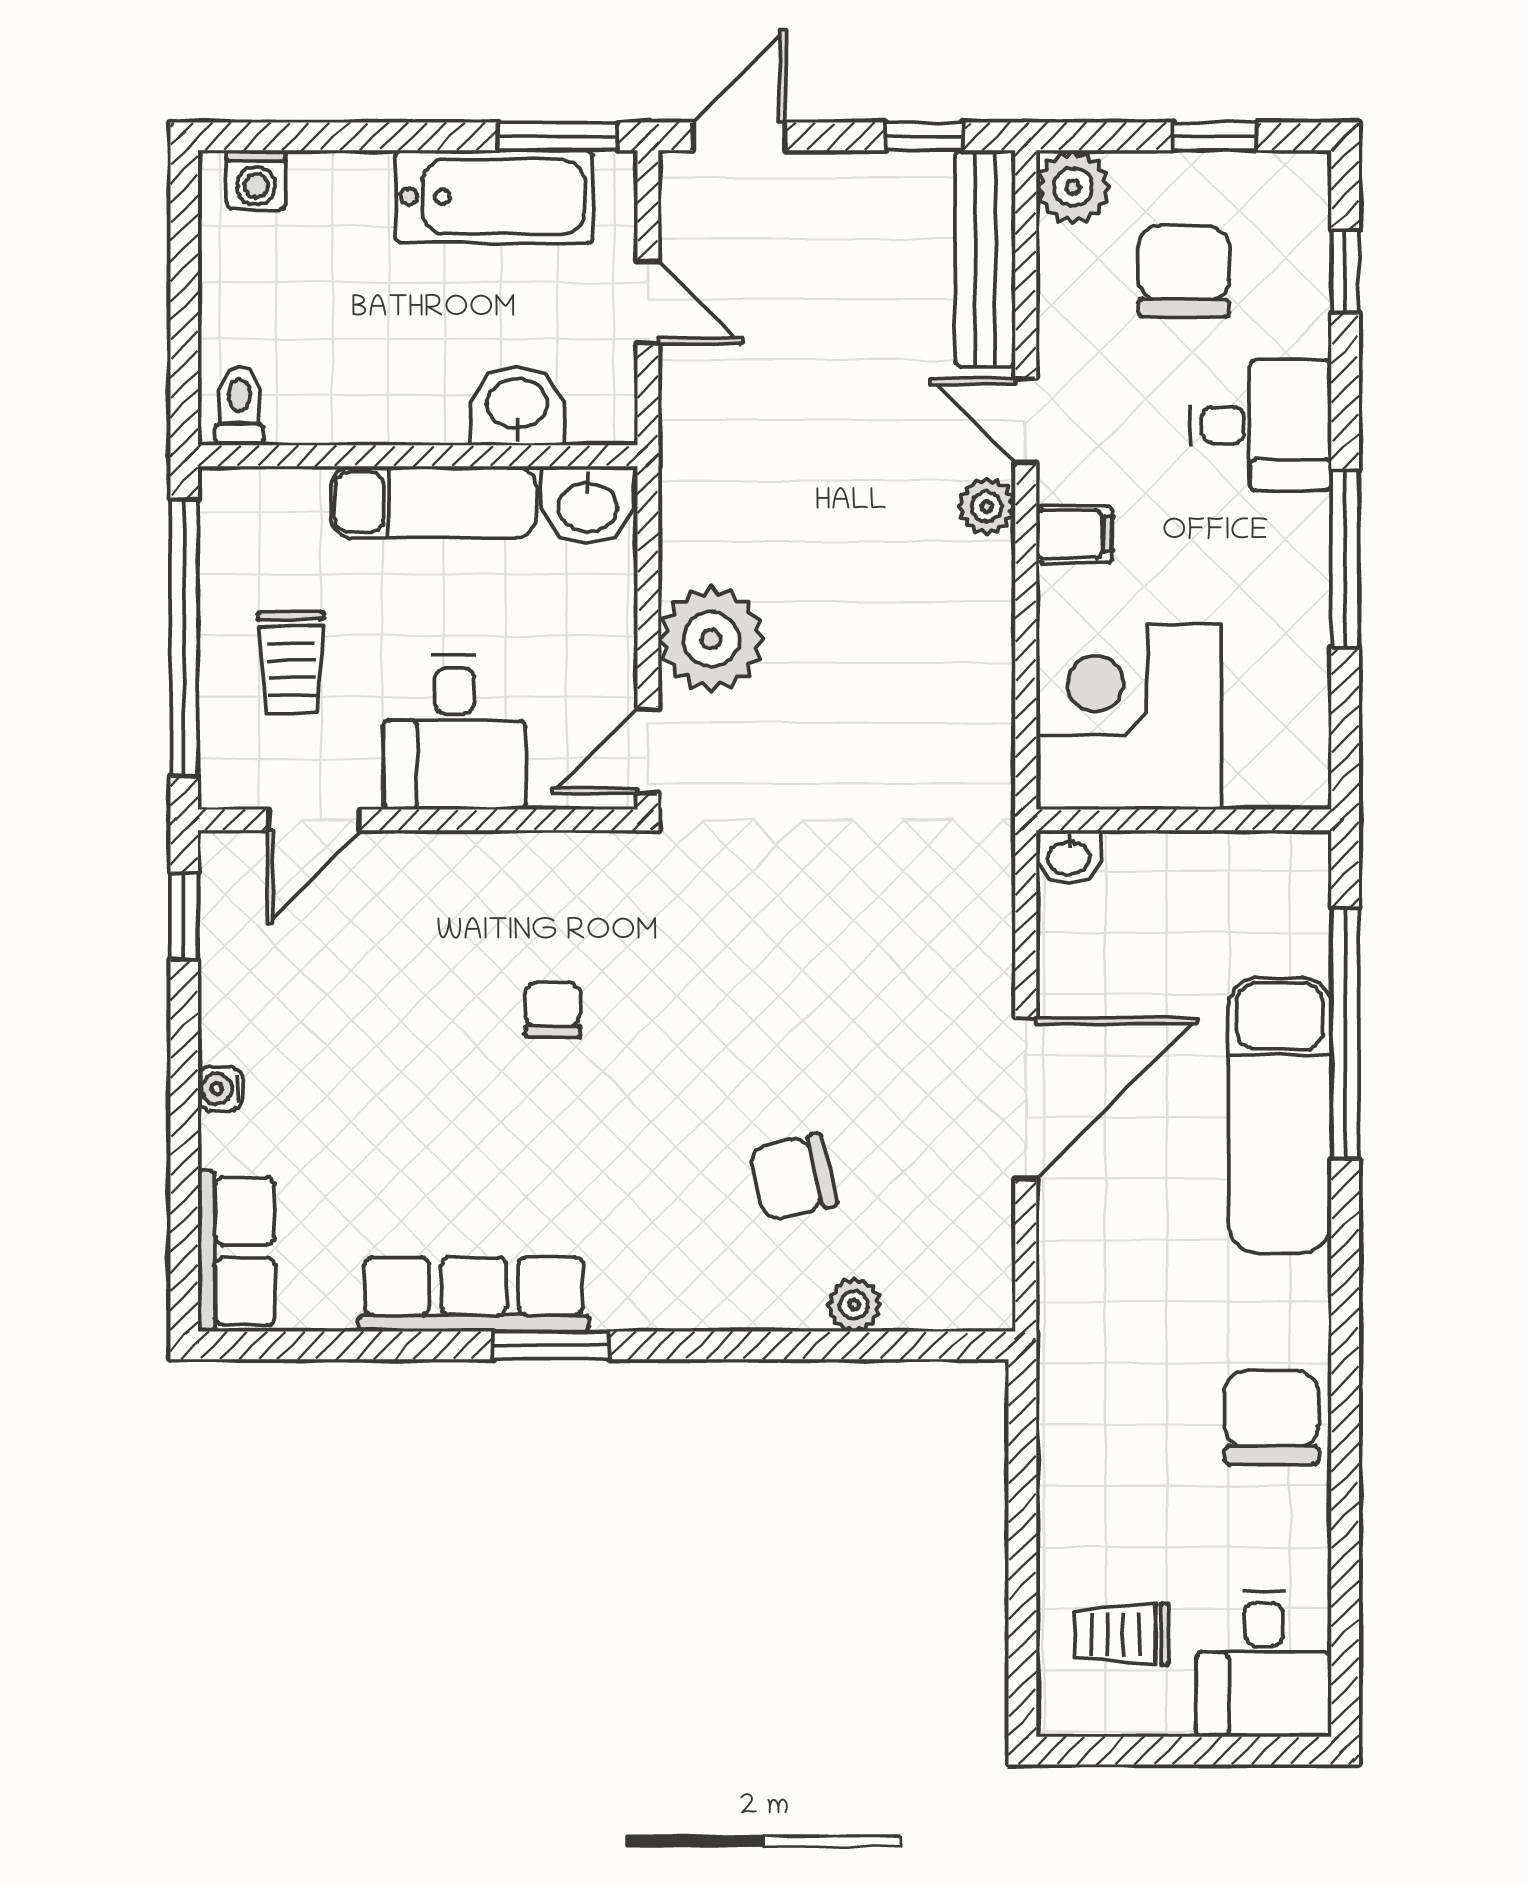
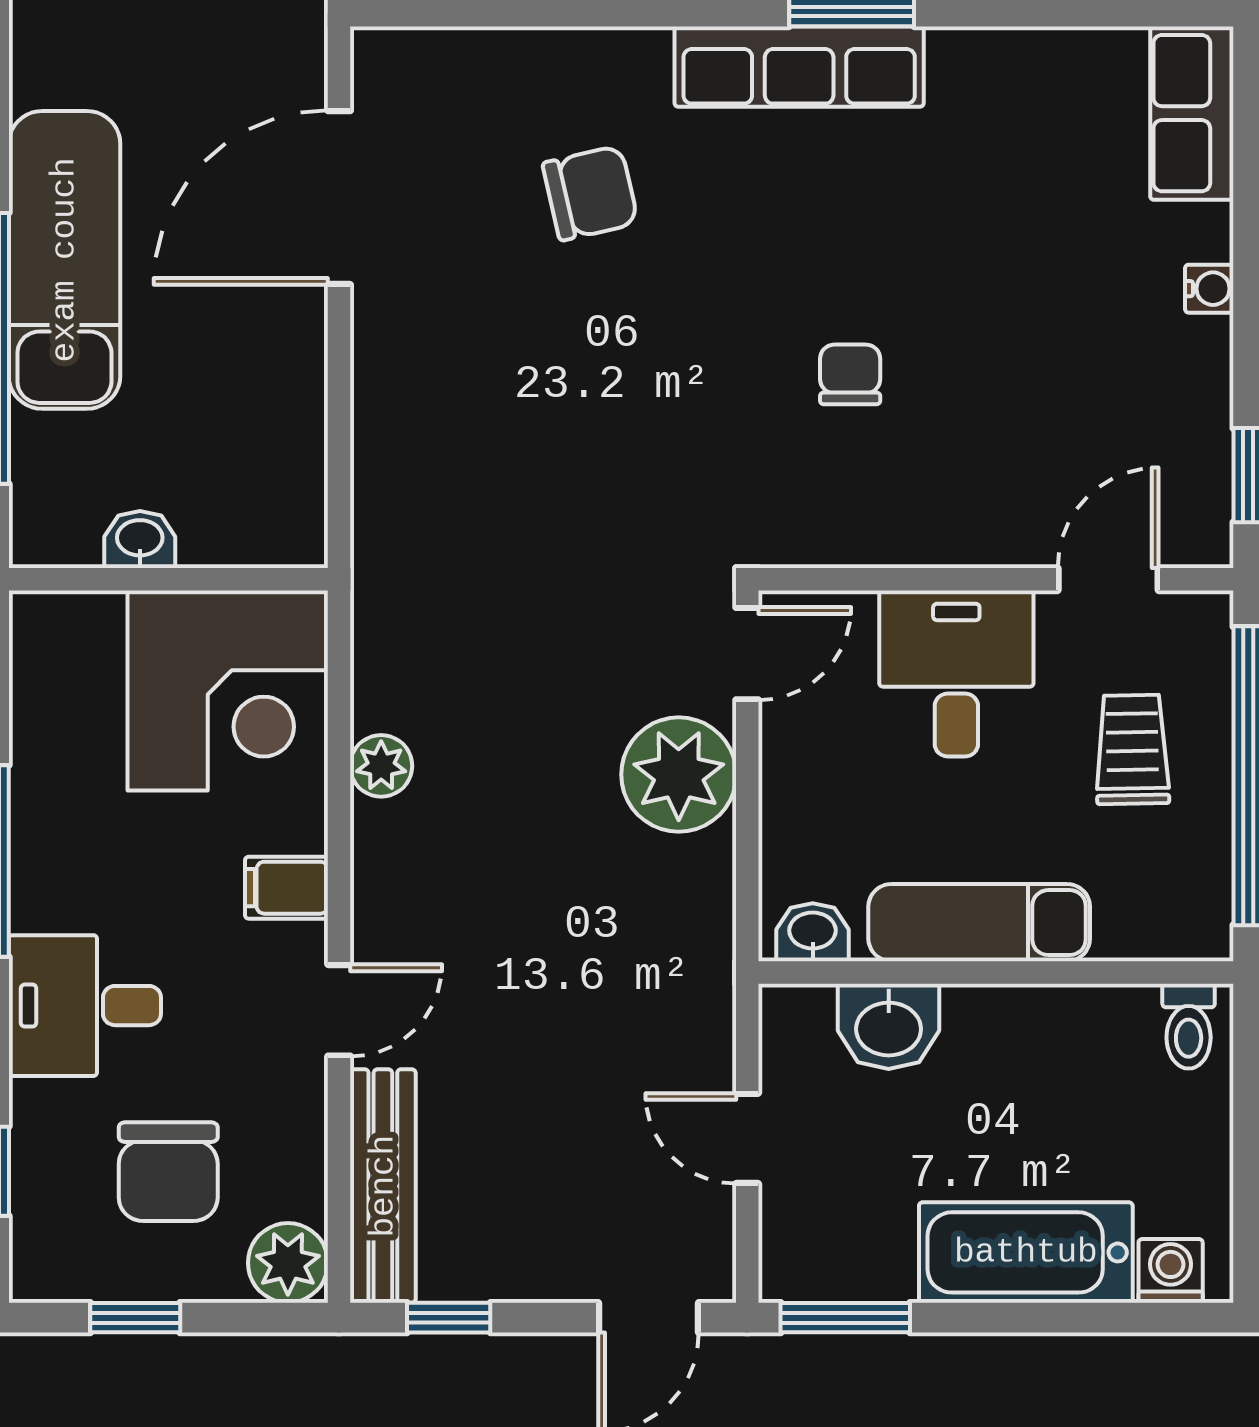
bathtub: (494, 197) -> (1026, 1252), moved
door: (1026, 421) -> (339, 1010), hinge flipped
washbasin: (587, 505) -> (813, 932), width x0.72, depth x0.69
plant: (987, 506) -> (381, 766), moved
washbasin: (1069, 857) -> (140, 539), moved
chair: (553, 1009) -> (850, 374), turned 180
door: (1026, 1099) -> (339, 198), moved
row of seats: (474, 1294) -> (799, 67), moved
plant: (854, 1305) -> (524, 55), removed

